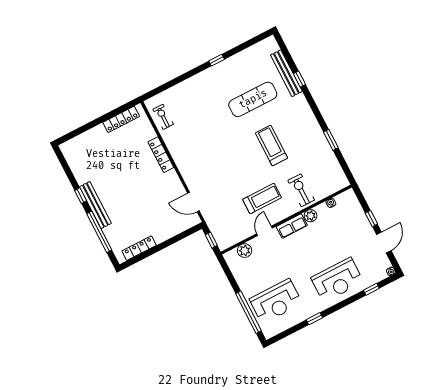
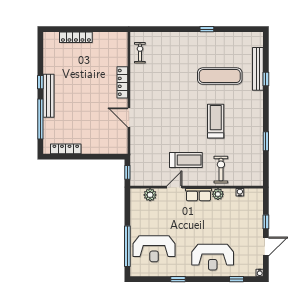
locker: (121, 119) -> (76, 37), moved
door: (193, 202) -> (129, 118), moved

